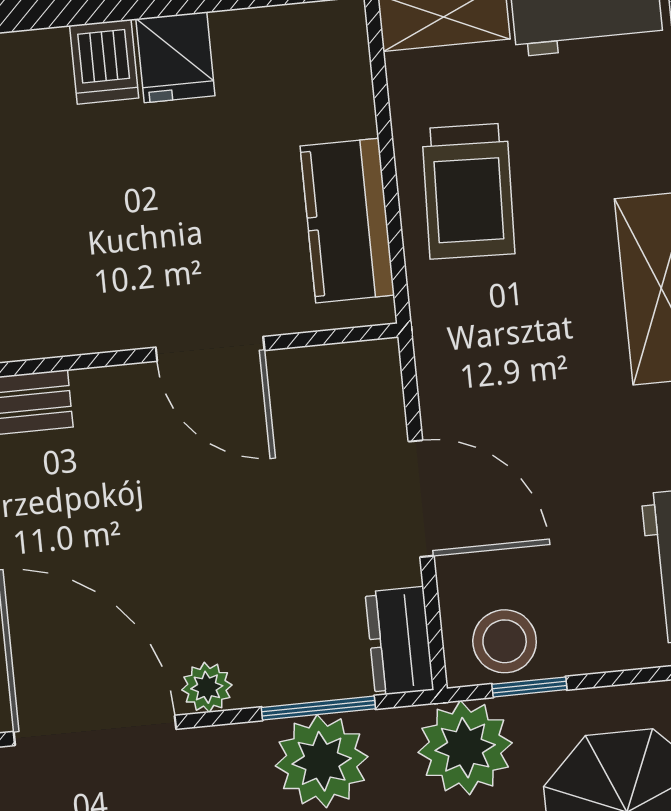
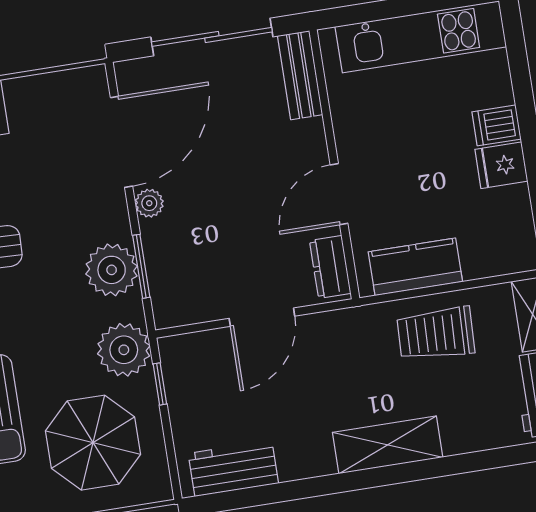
dresser: (399, 641) -> (330, 267), moved, turned -90
stool: (505, 641) -> (185, 369), removed

